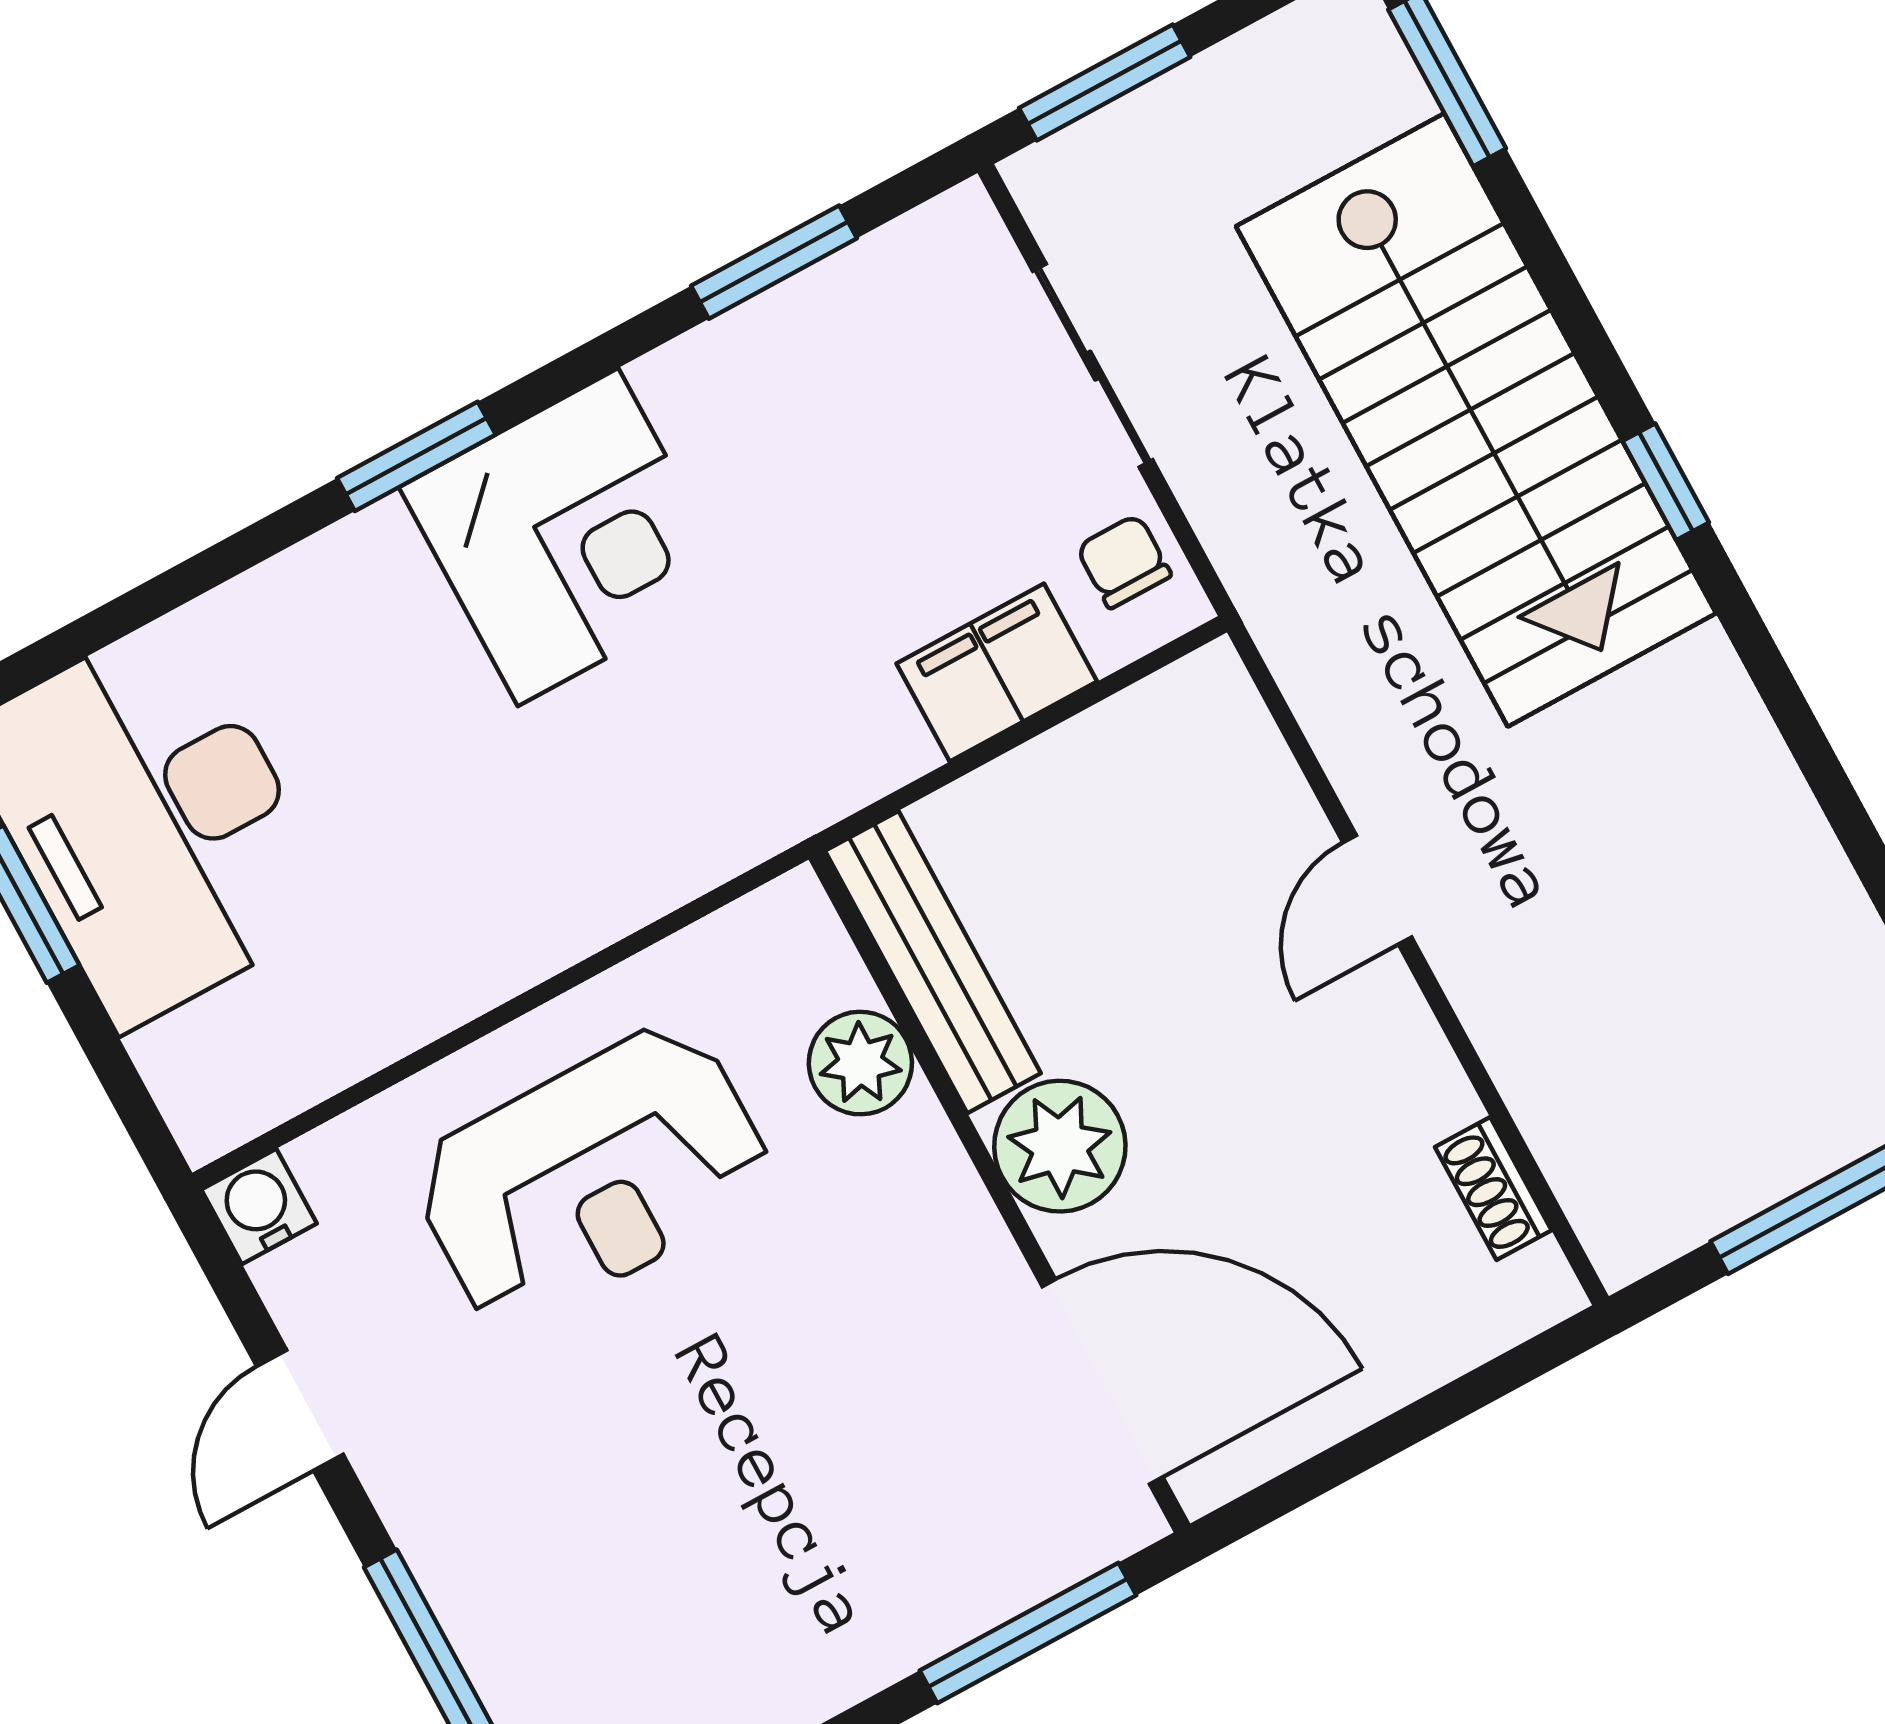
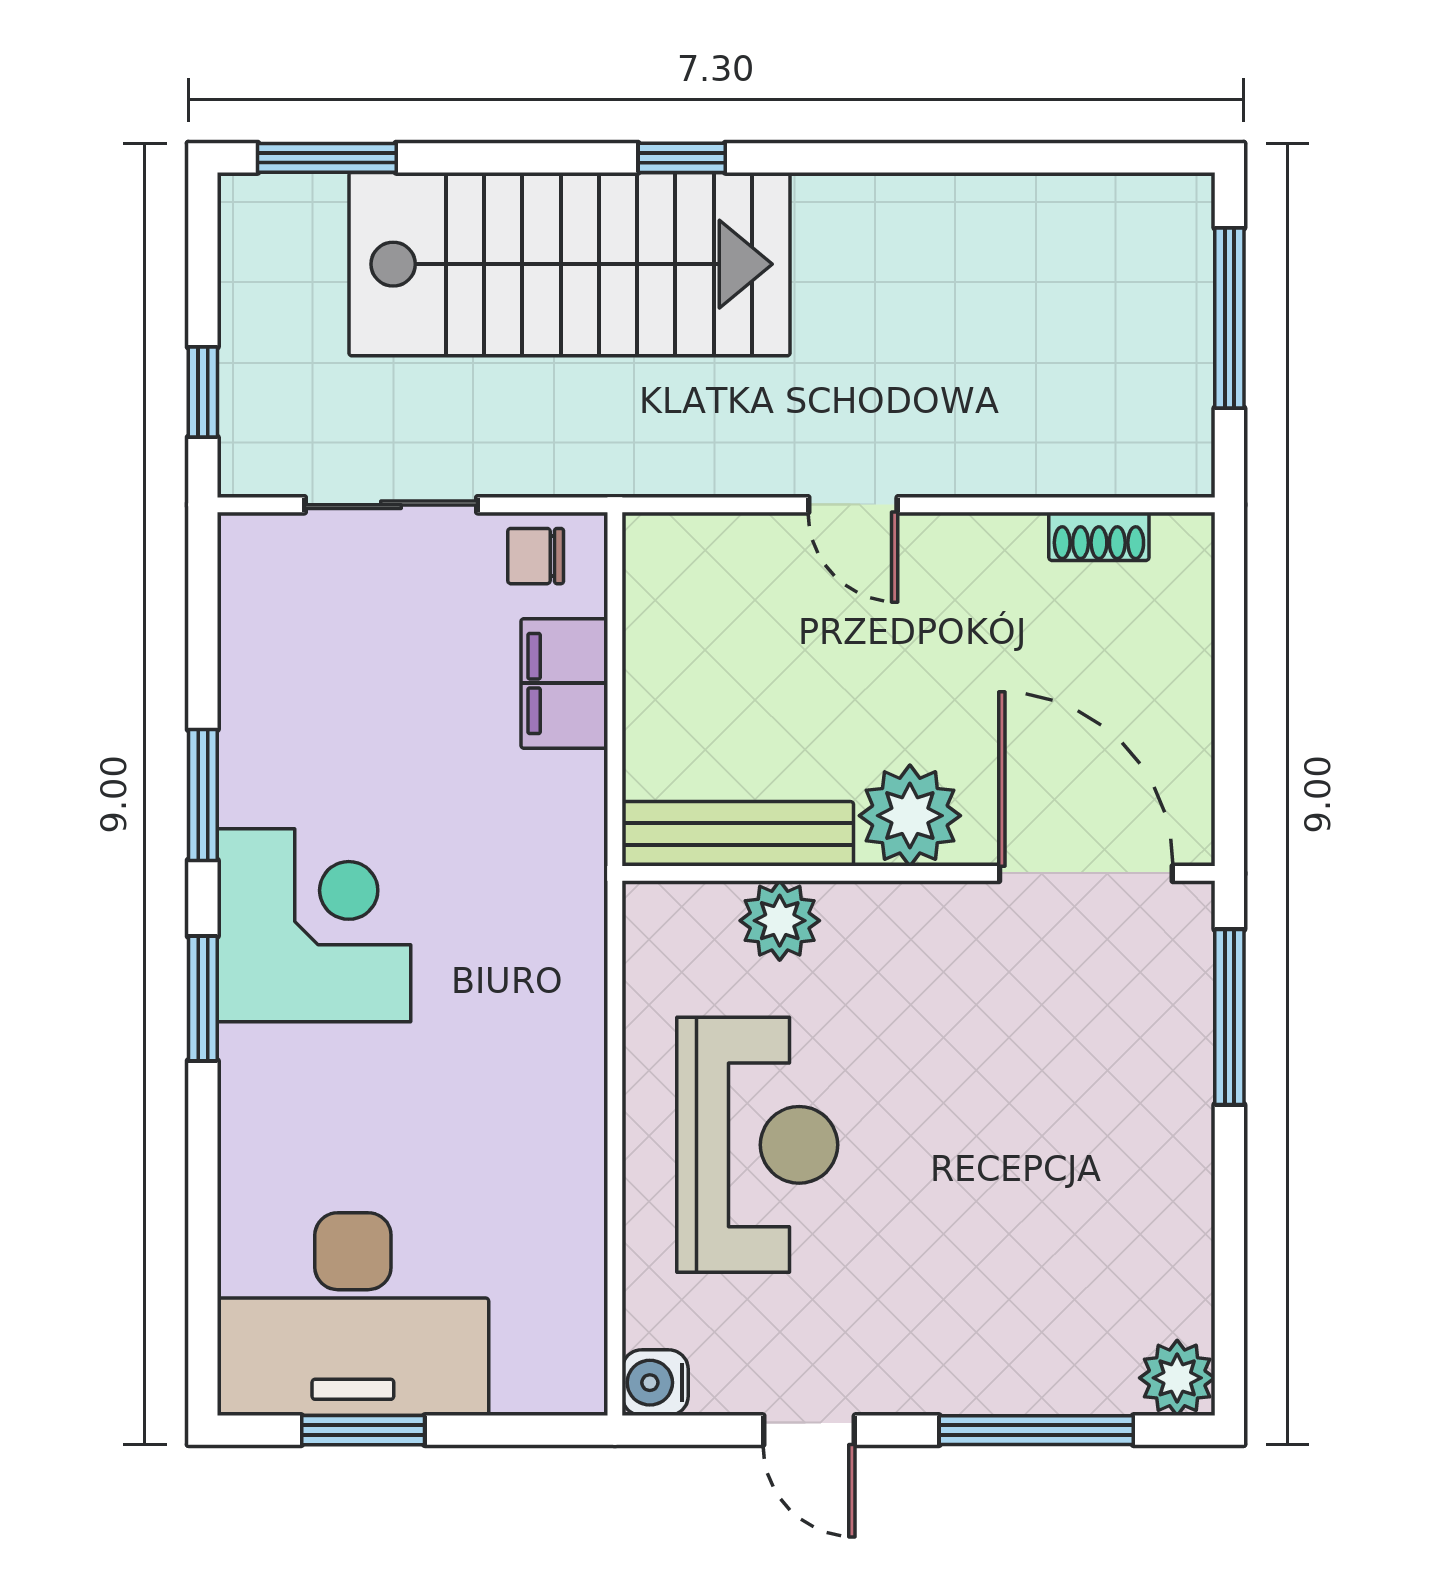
window: (1105, 83) -> (203, 392), width x0.67
window: (774, 262) -> (203, 795), moved
door: (1102, 1382) -> (1086, 873), hinge flipped

